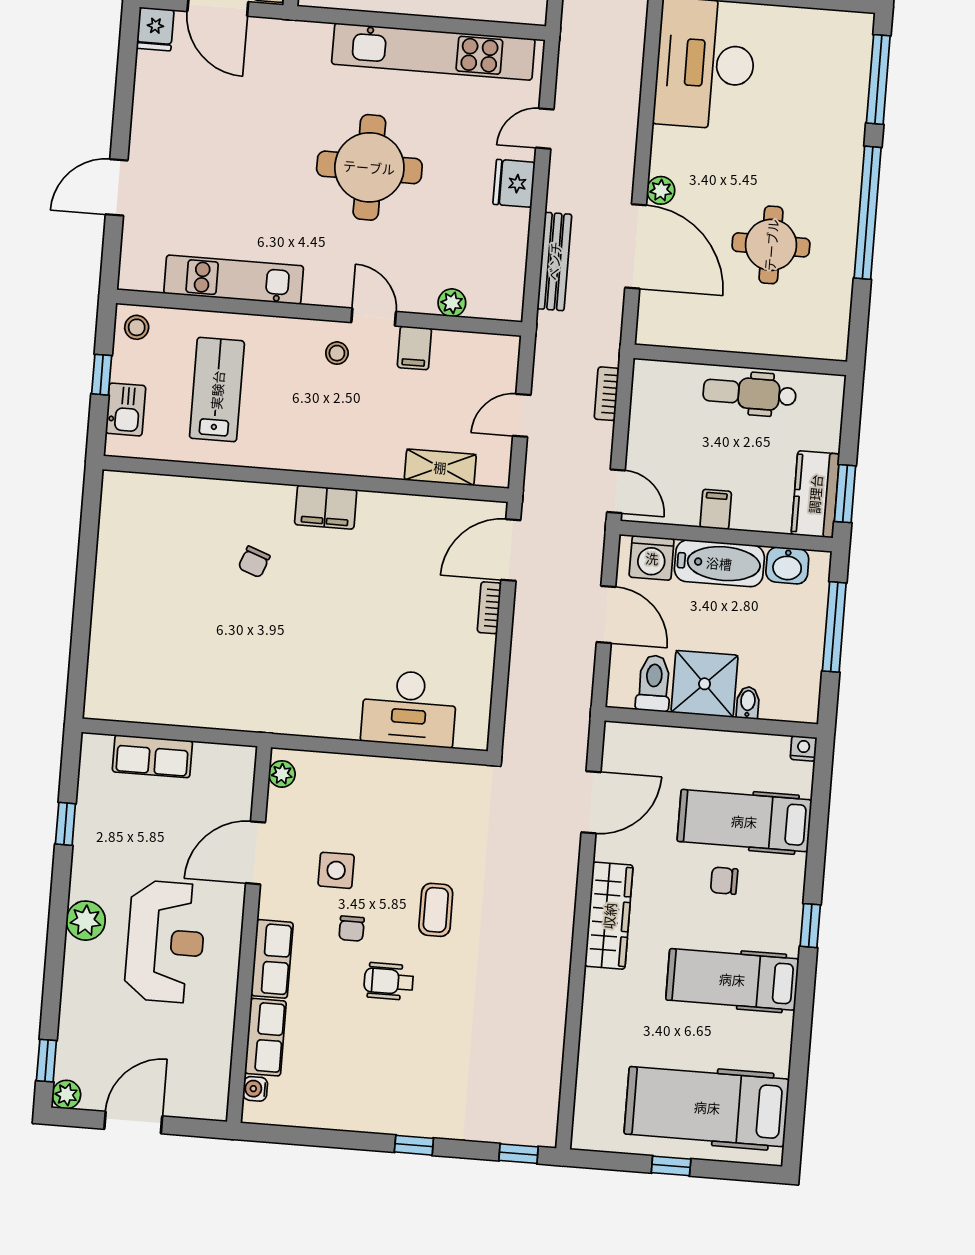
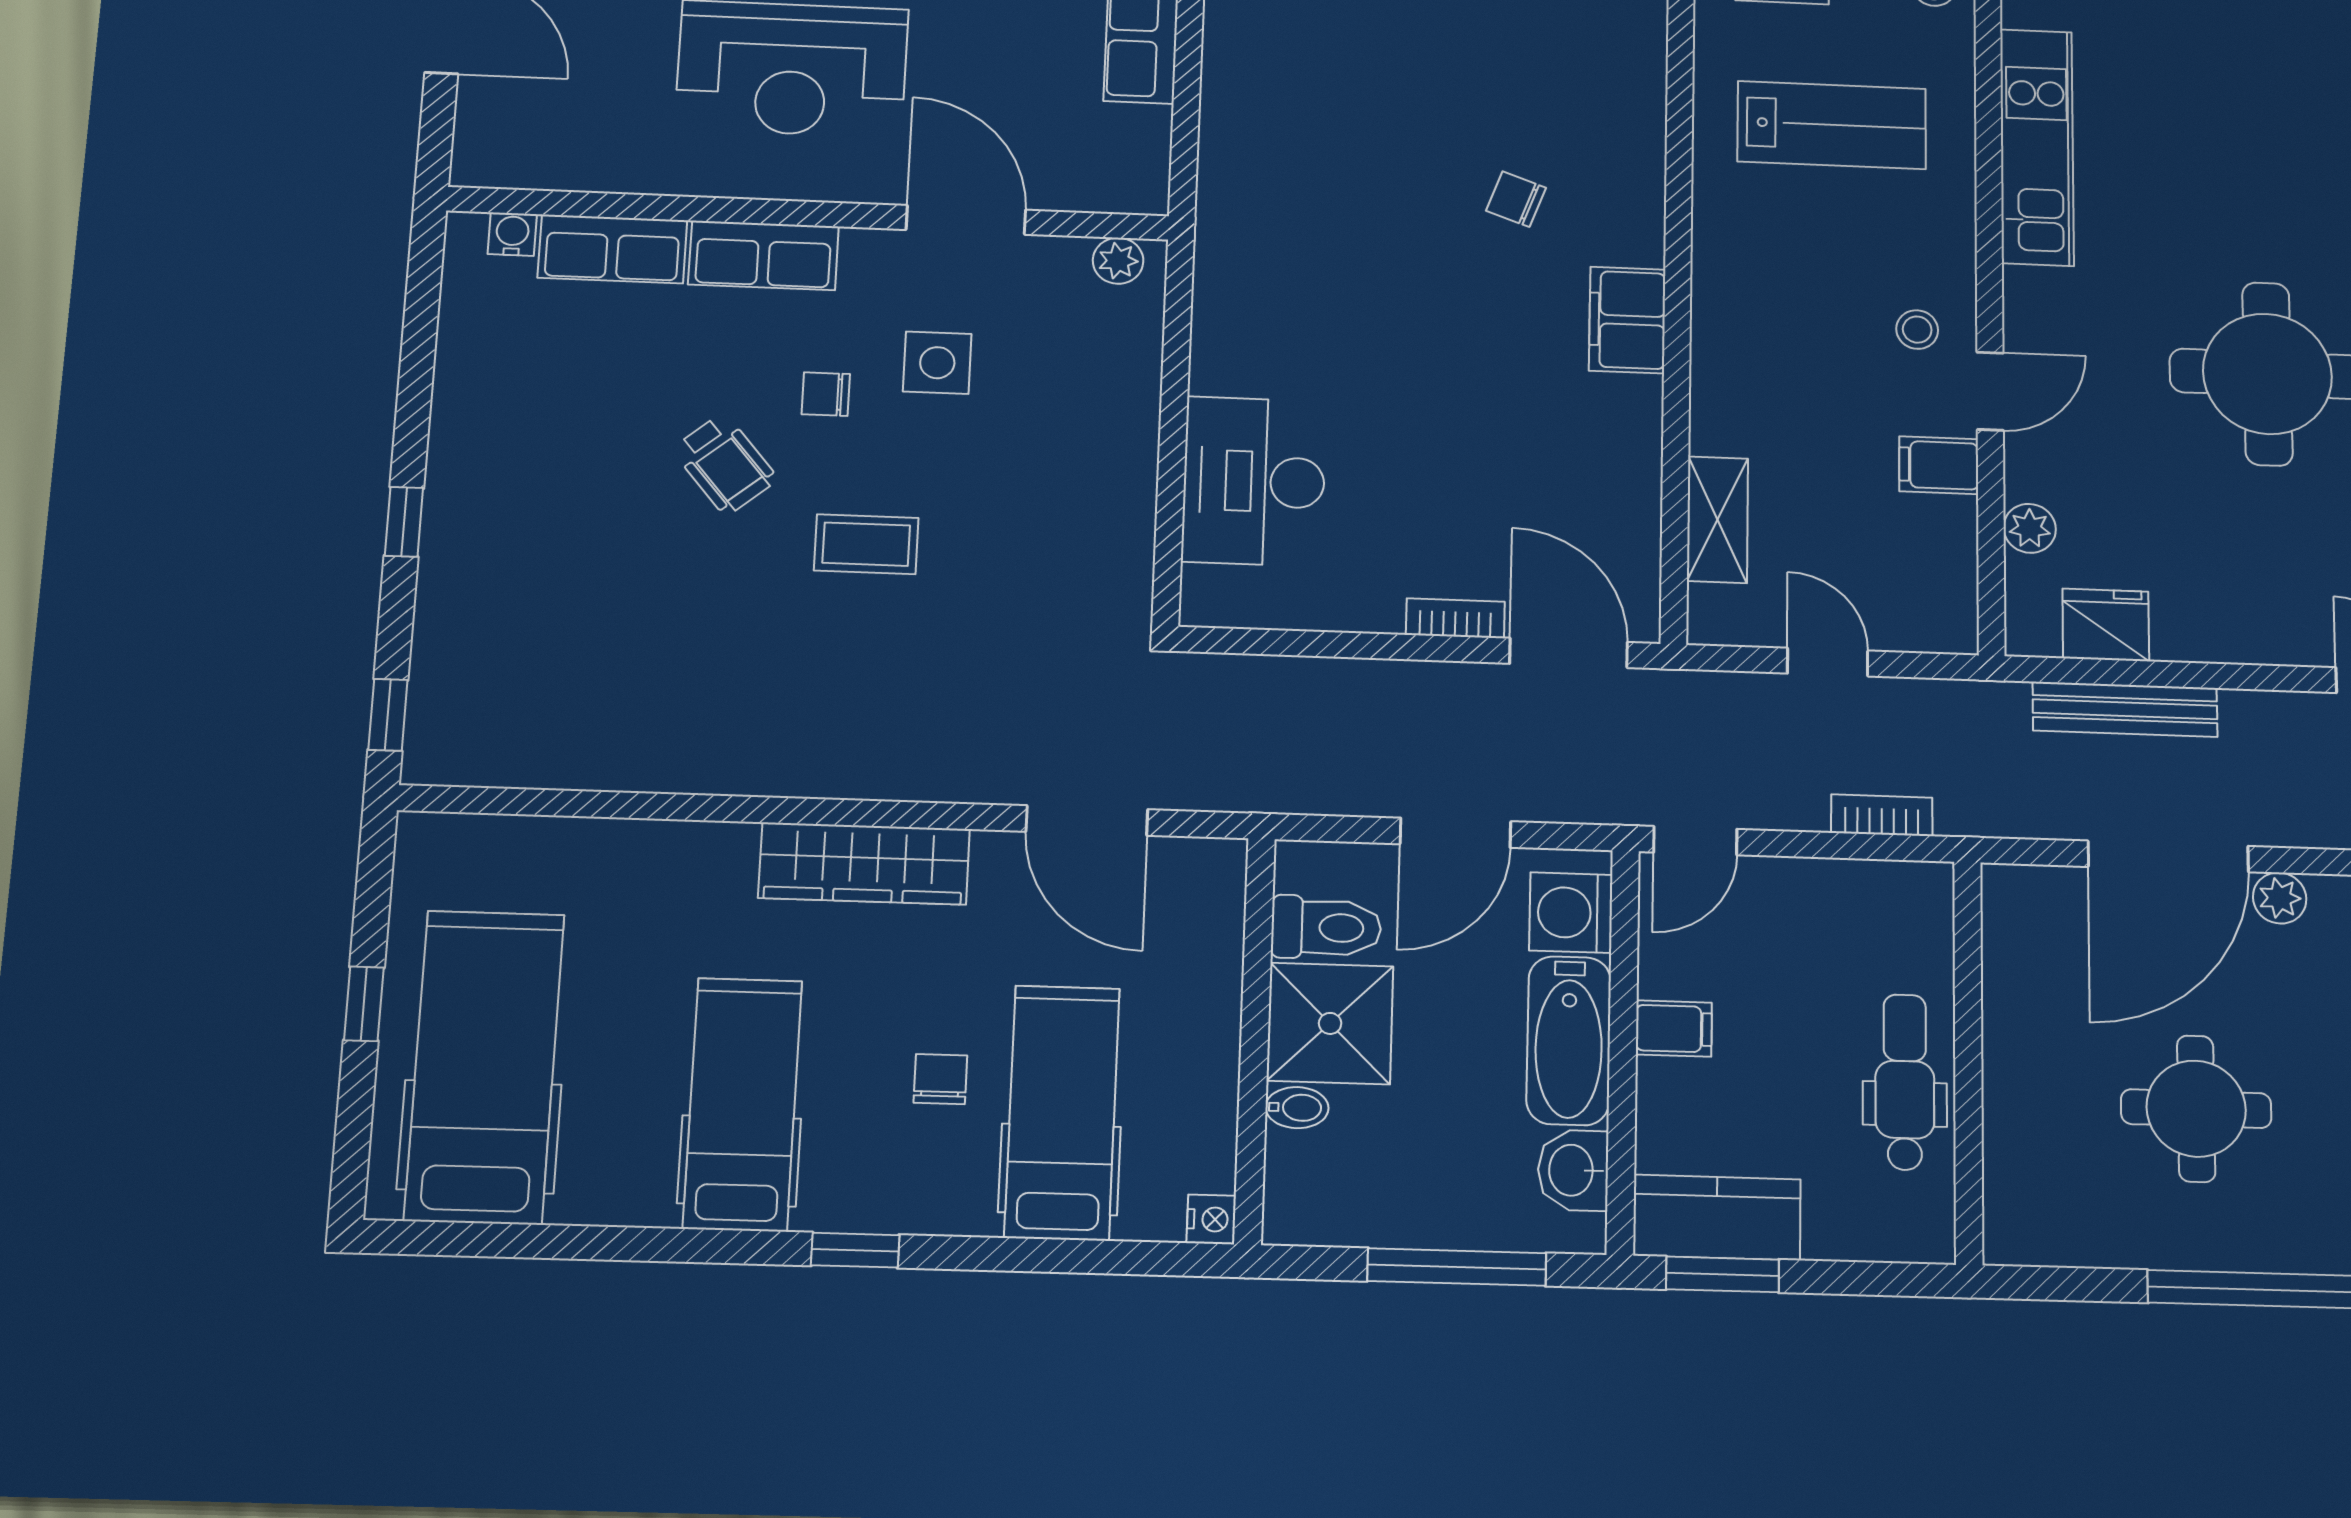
fridge: (514, 183) -> (2106, 625), moved
wheelchair: (389, 981) -> (725, 464), turned 140

